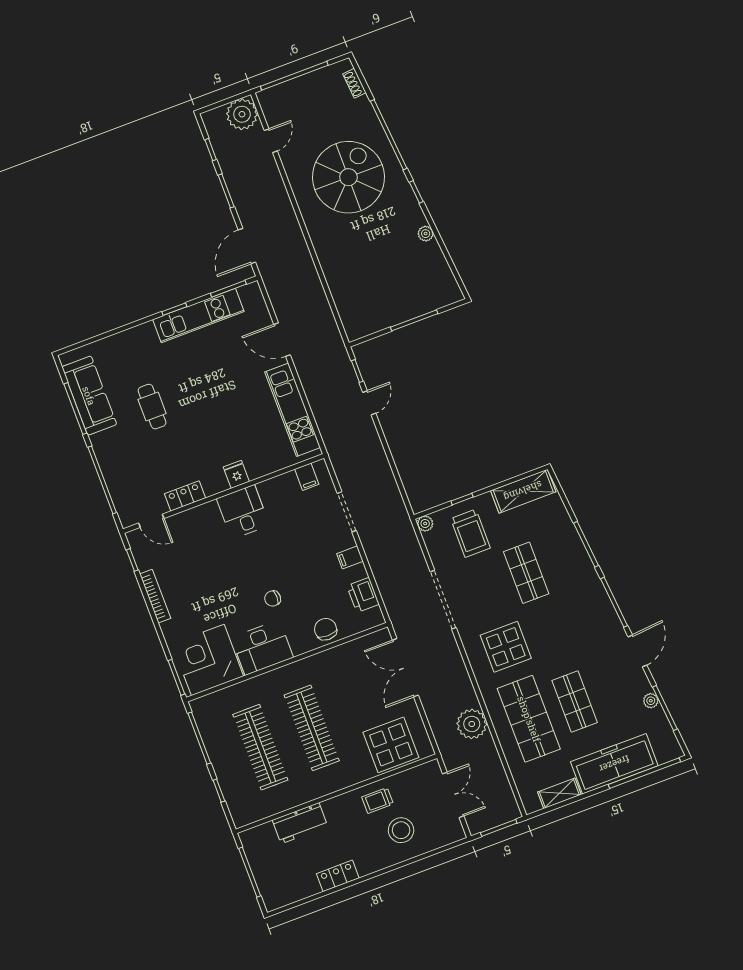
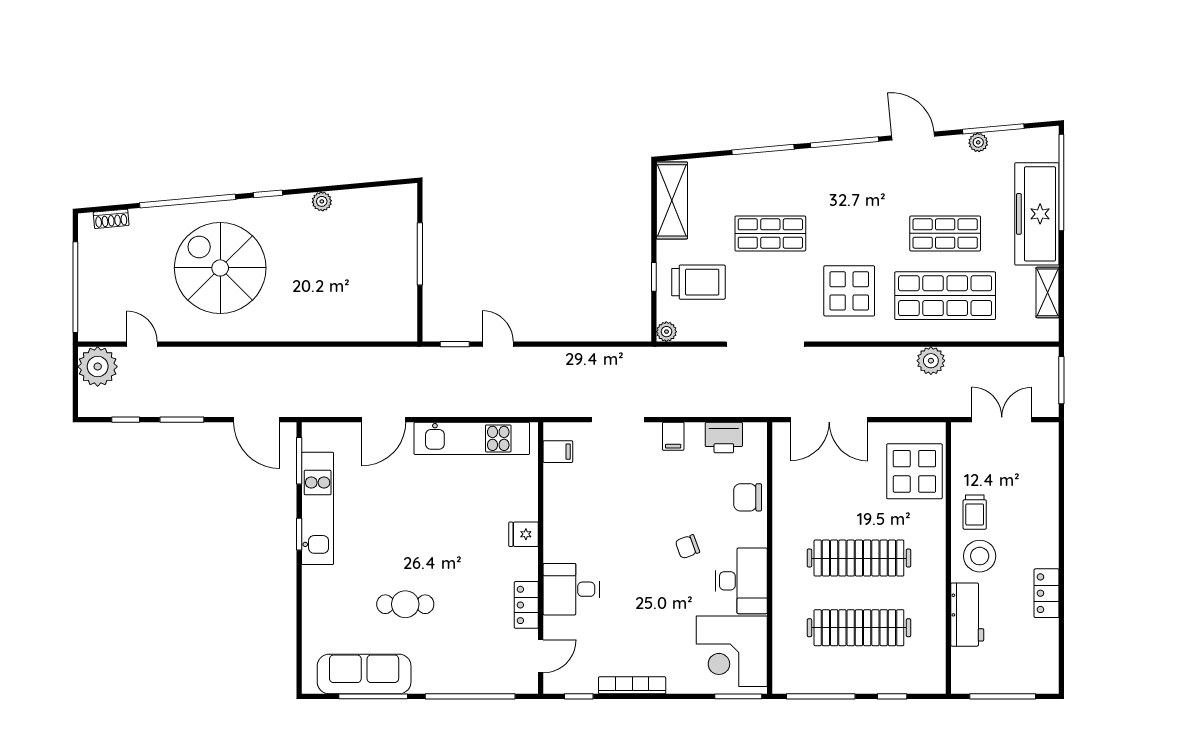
desk: (243, 512) -> (571, 589), moved
chair: (273, 598) -> (687, 547), turned 70
plant: (472, 724) -> (931, 361), width x0.73, depth x0.73
stool: (401, 830) -> (980, 556), moved

